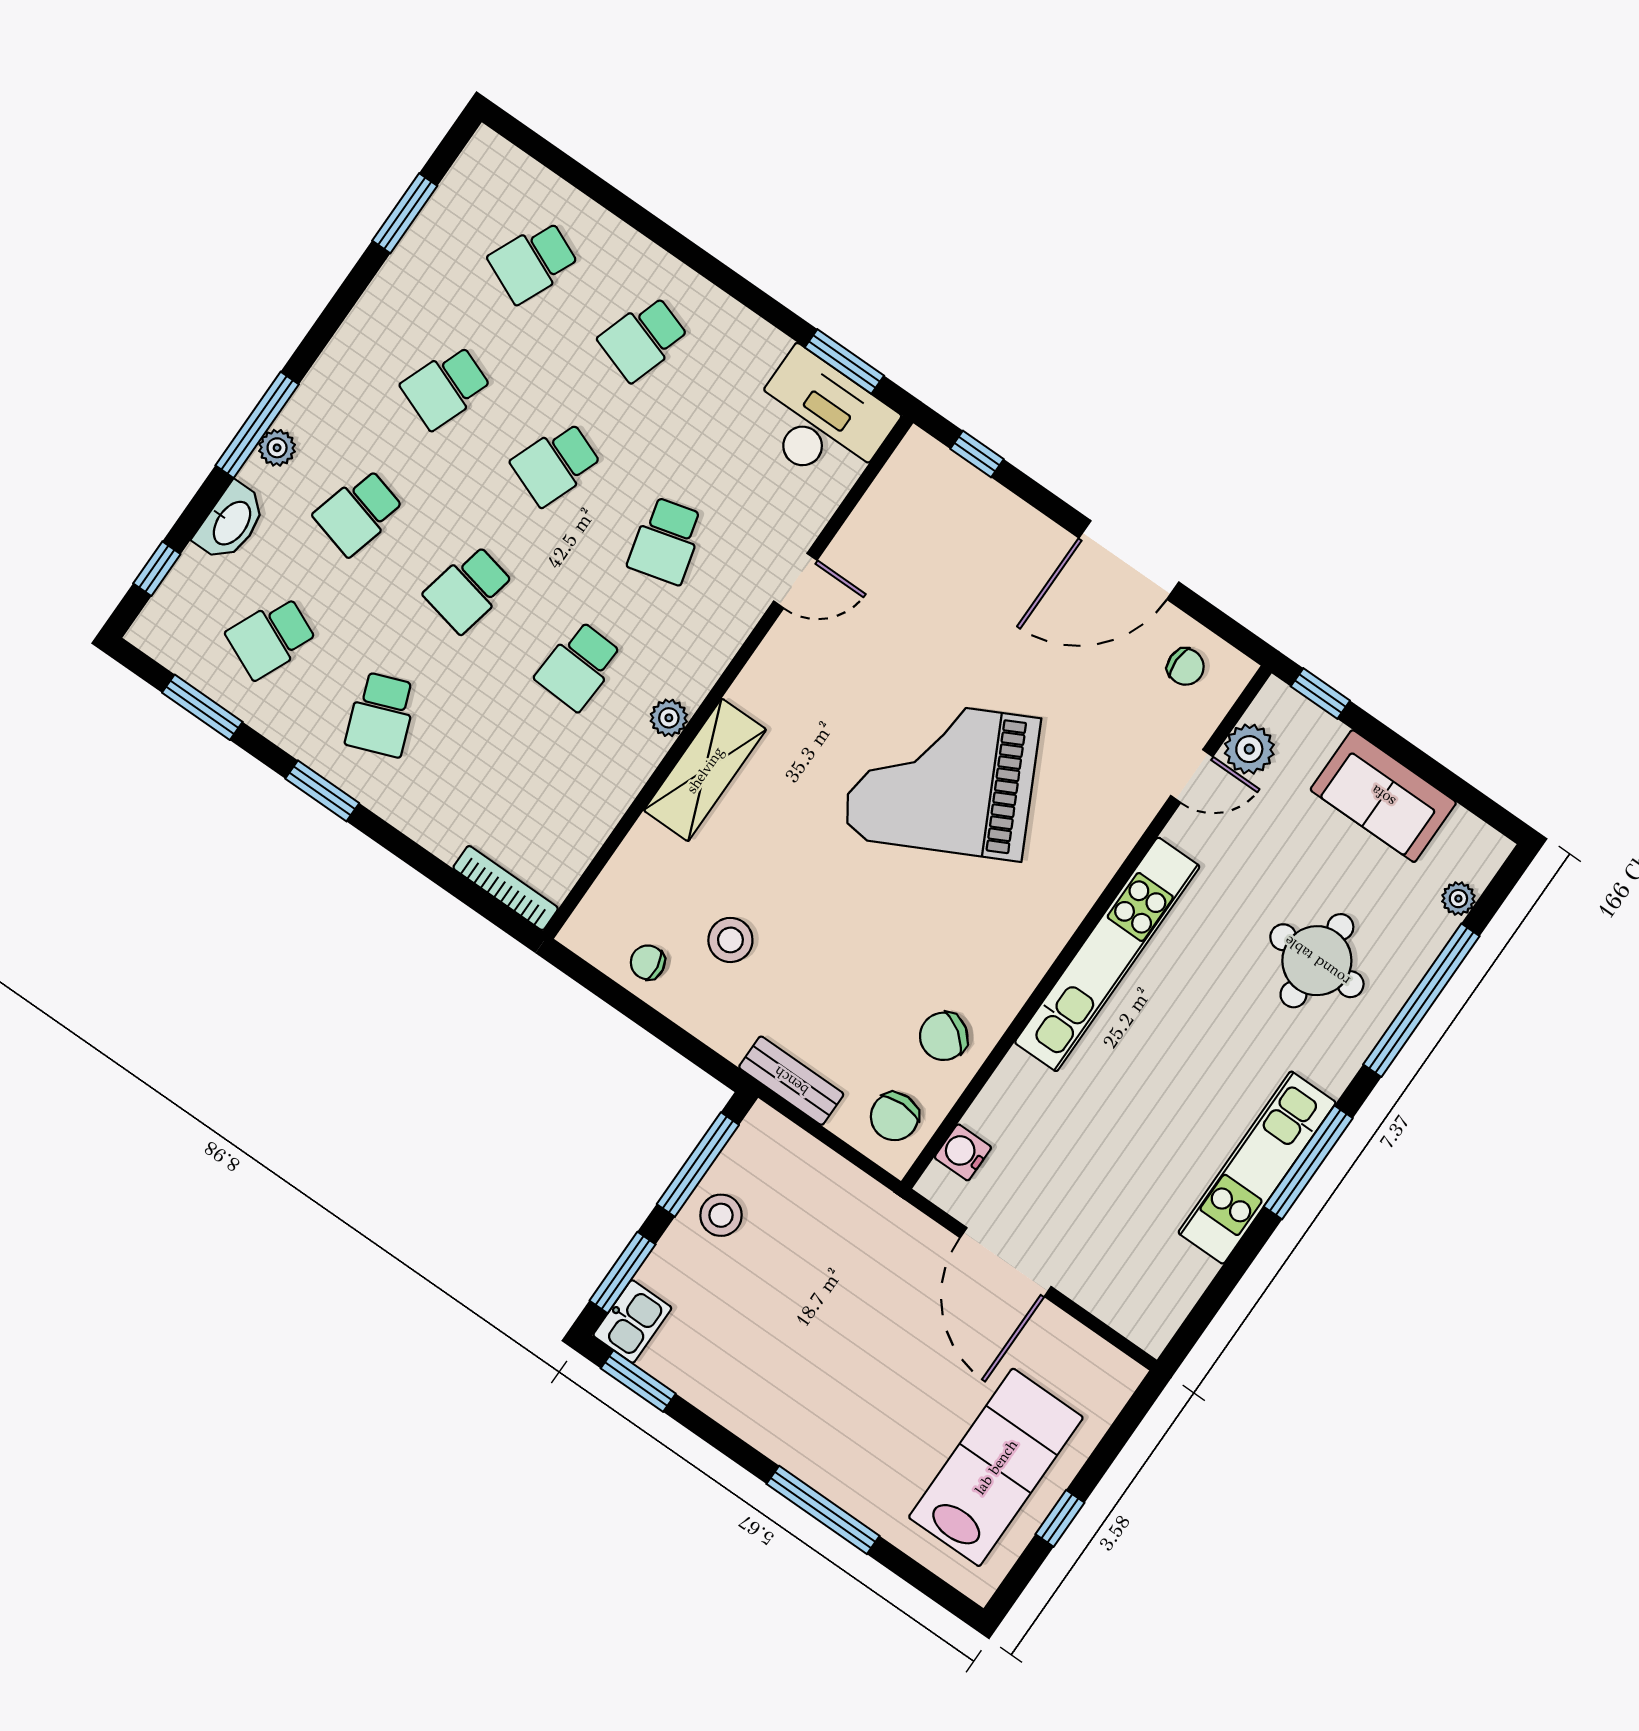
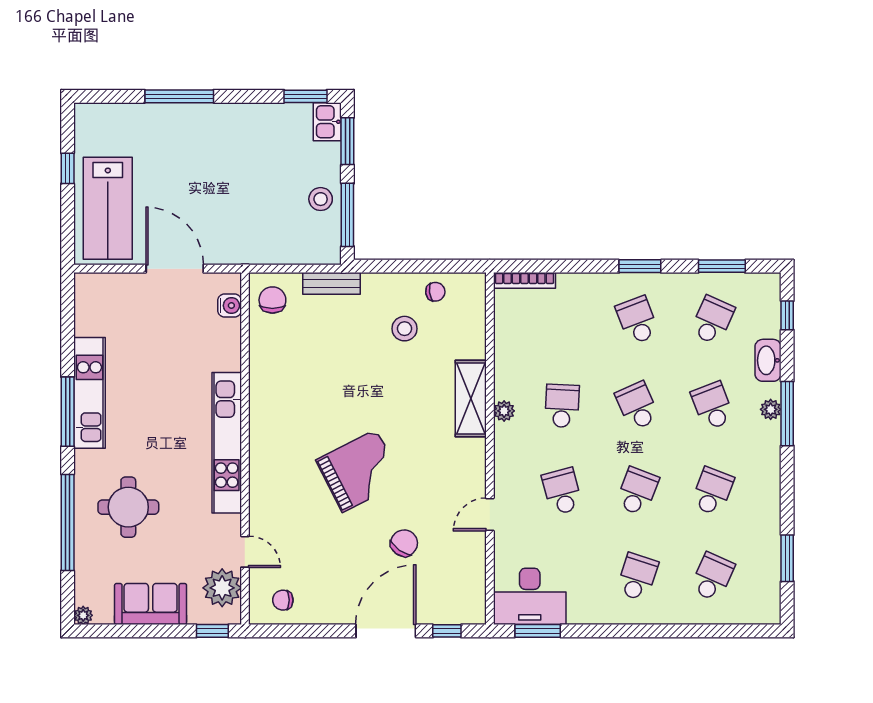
school desk: (359, 513) -> (712, 406), turned -36
door: (1129, 560) -> (386, 631), moved
school desk: (469, 589) -> (637, 406), turned -36
plant: (1249, 749) -> (222, 588), width x1.36, depth x1.36
door: (1192, 776) -> (245, 552), swing flipped
grand piano: (942, 778) -> (359, 471), width x0.73, depth x0.68
plant: (1458, 899) -> (83, 615), moved
chair: (944, 1036) -> (404, 543), moved
lab bench: (996, 1467) -> (108, 208), moved

